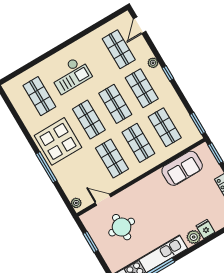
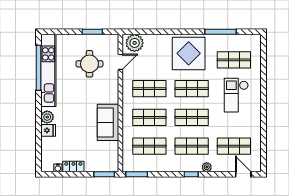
window: (46, 167) -> (221, 32), moved
sofa: (182, 168) -> (108, 122), moved
plant: (76, 203) -> (135, 43), width x1.88, depth x1.88

